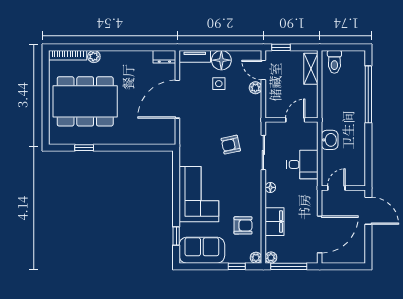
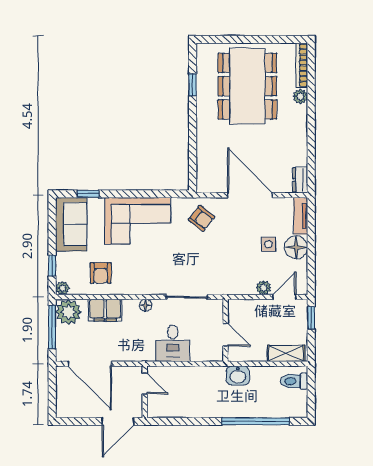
washbasin: (330, 140) -> (238, 376), moved
armchair: (231, 145) -> (202, 218), moved, turned 140
plant: (271, 258) -> (68, 312), width x1.88, depth x1.88

